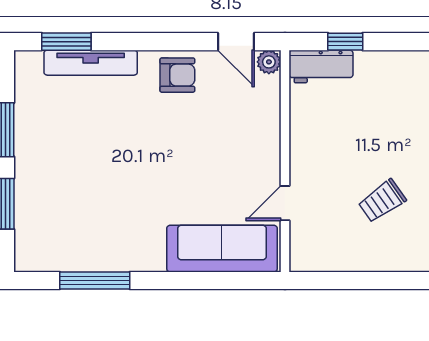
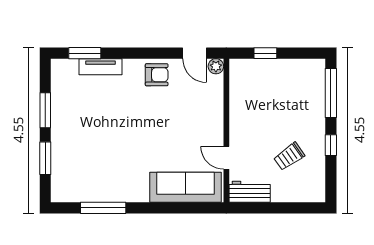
tv unit: (91, 63) -> (100, 67), width x0.71
workbench: (321, 66) -> (250, 192), moved, turned 180
door: (285, 203) -> (226, 158), hinge flipped

